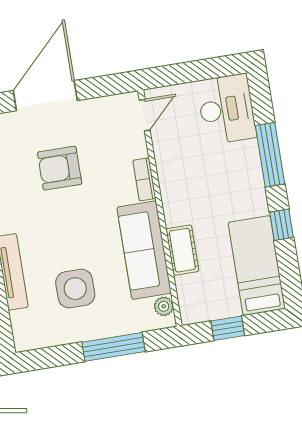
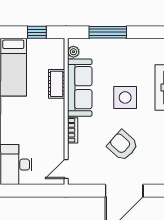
armchair: (60, 168) -> (123, 145), turned -138
side table: (75, 289) -> (125, 97), moved

